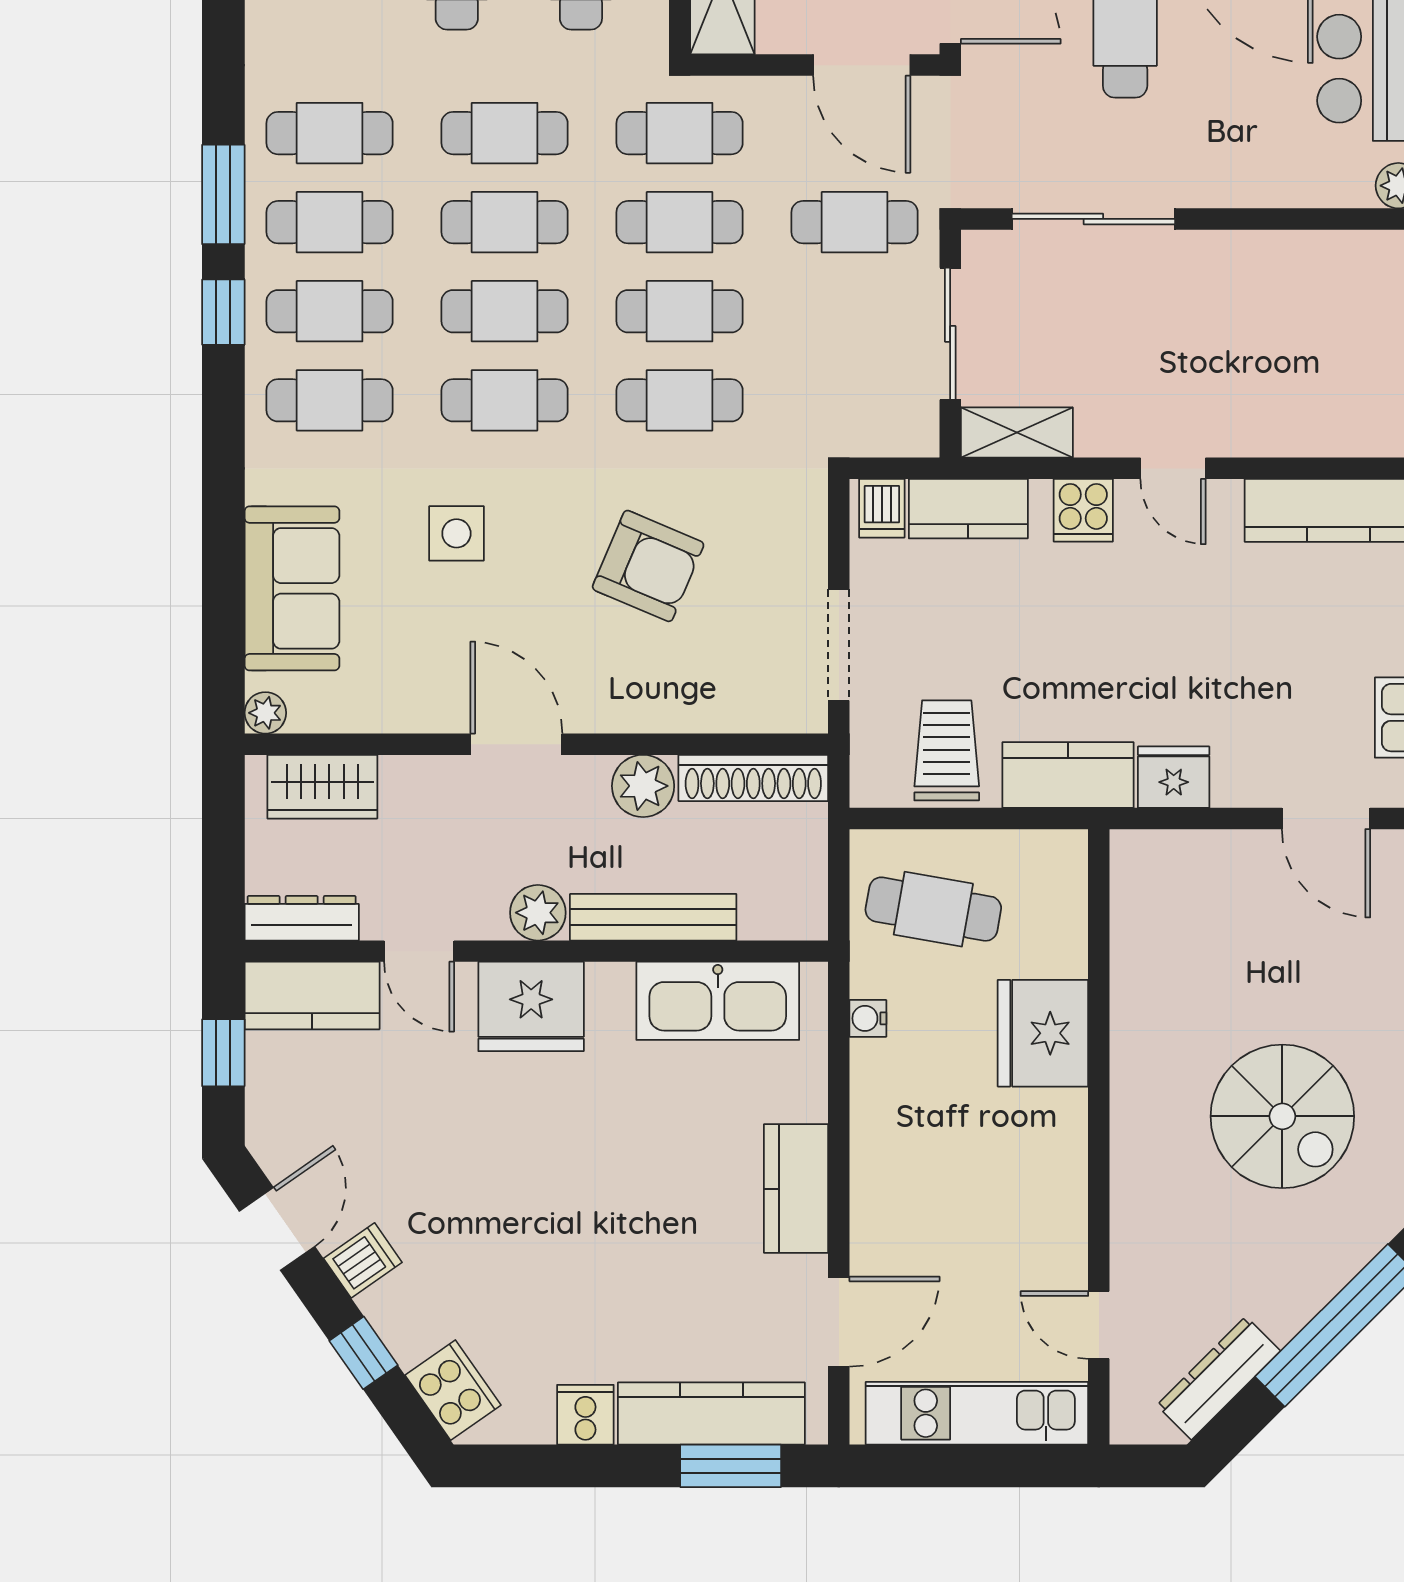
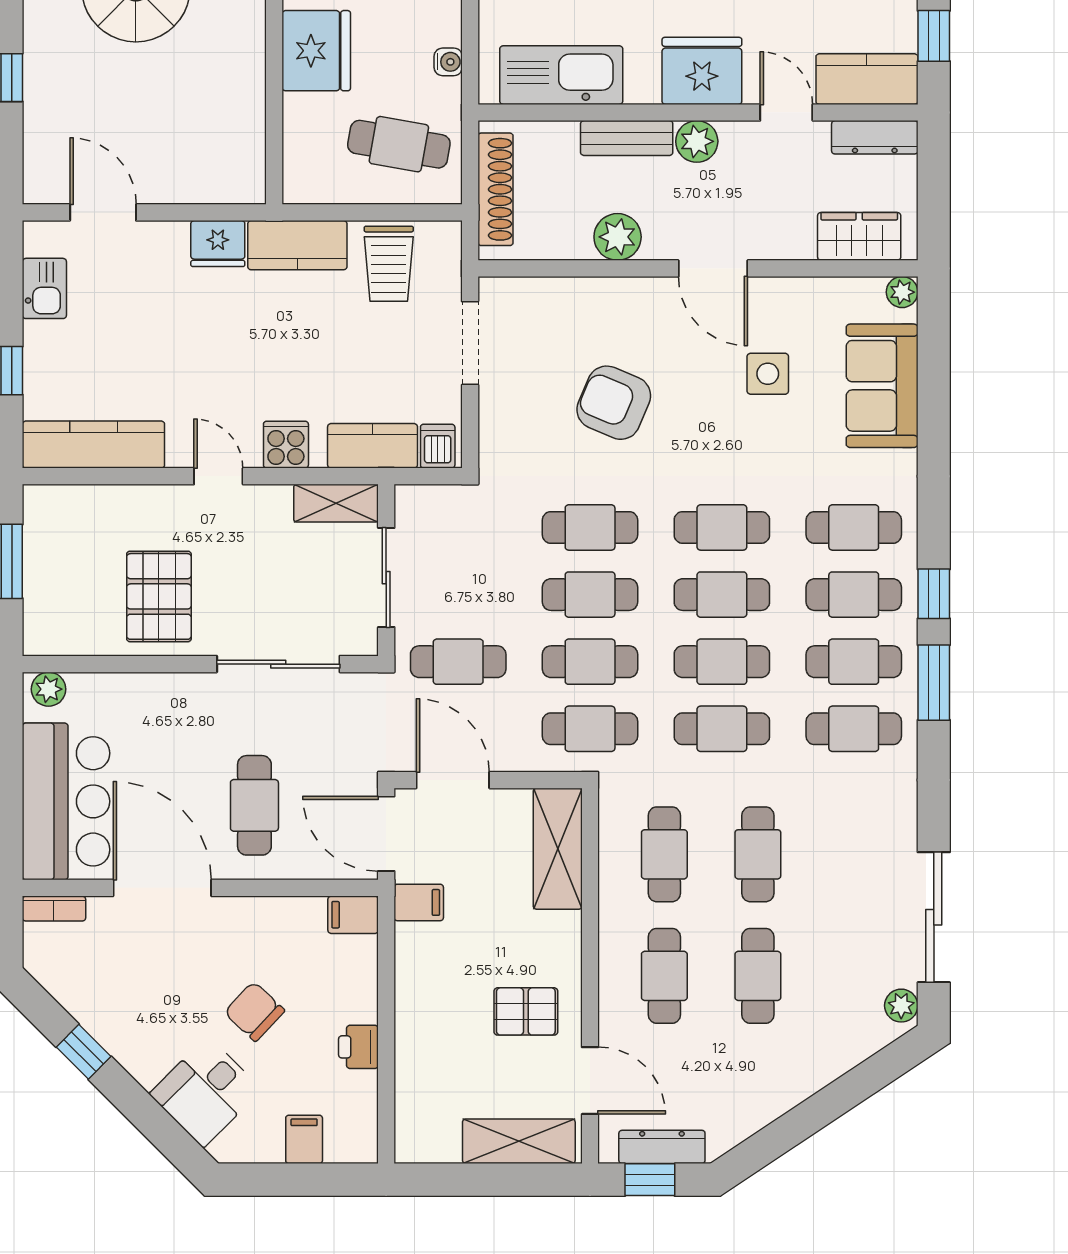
pallet: (1252, 309) -> (159, 596), added
side table: (456, 533) -> (768, 374), moved
shoe rack: (753, 778) -> (496, 189), moved, turned 90
bench: (653, 917) -> (627, 138), width x0.73

